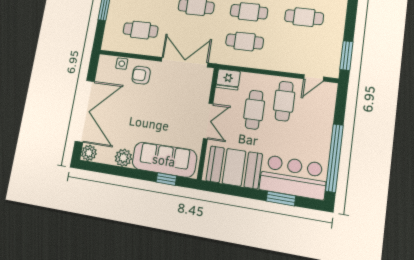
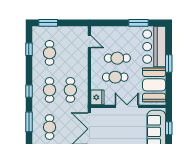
window: (346, 56) -> (48, 23), moved
cafe table: (284, 101) -> (117, 58), moved
window: (334, 158) -> (138, 23), width x0.47
window: (281, 199) -> (169, 64), moved

